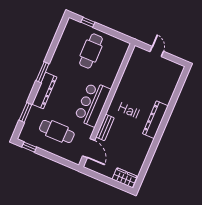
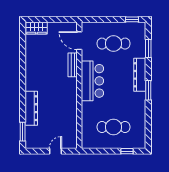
cafe table: (91, 51) -> (114, 127), turned 90
door: (157, 51) -> (55, 151), swing flipped
window: (180, 84) -> (23, 132), added
dresser: (155, 120) -> (31, 108), moved

